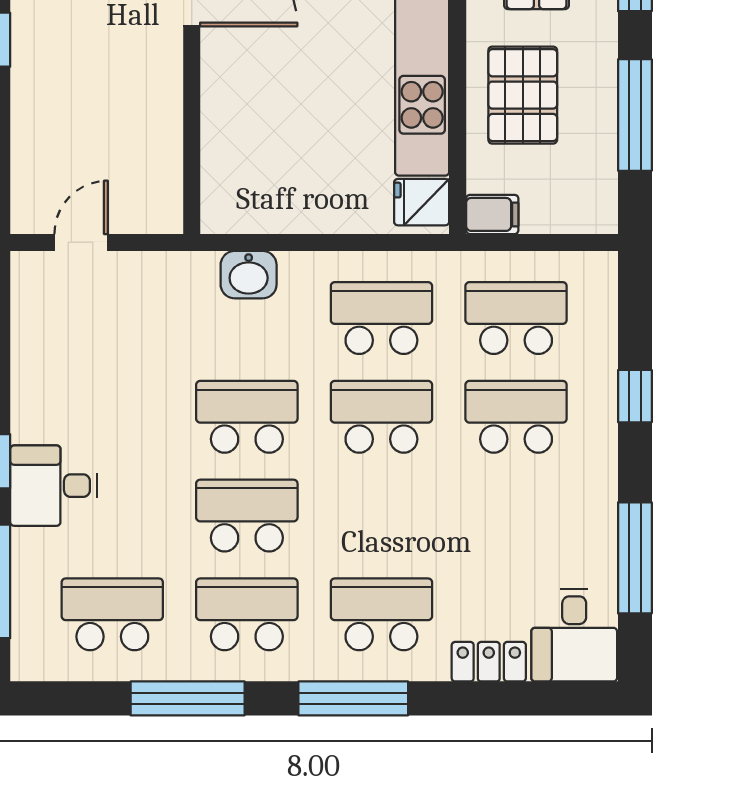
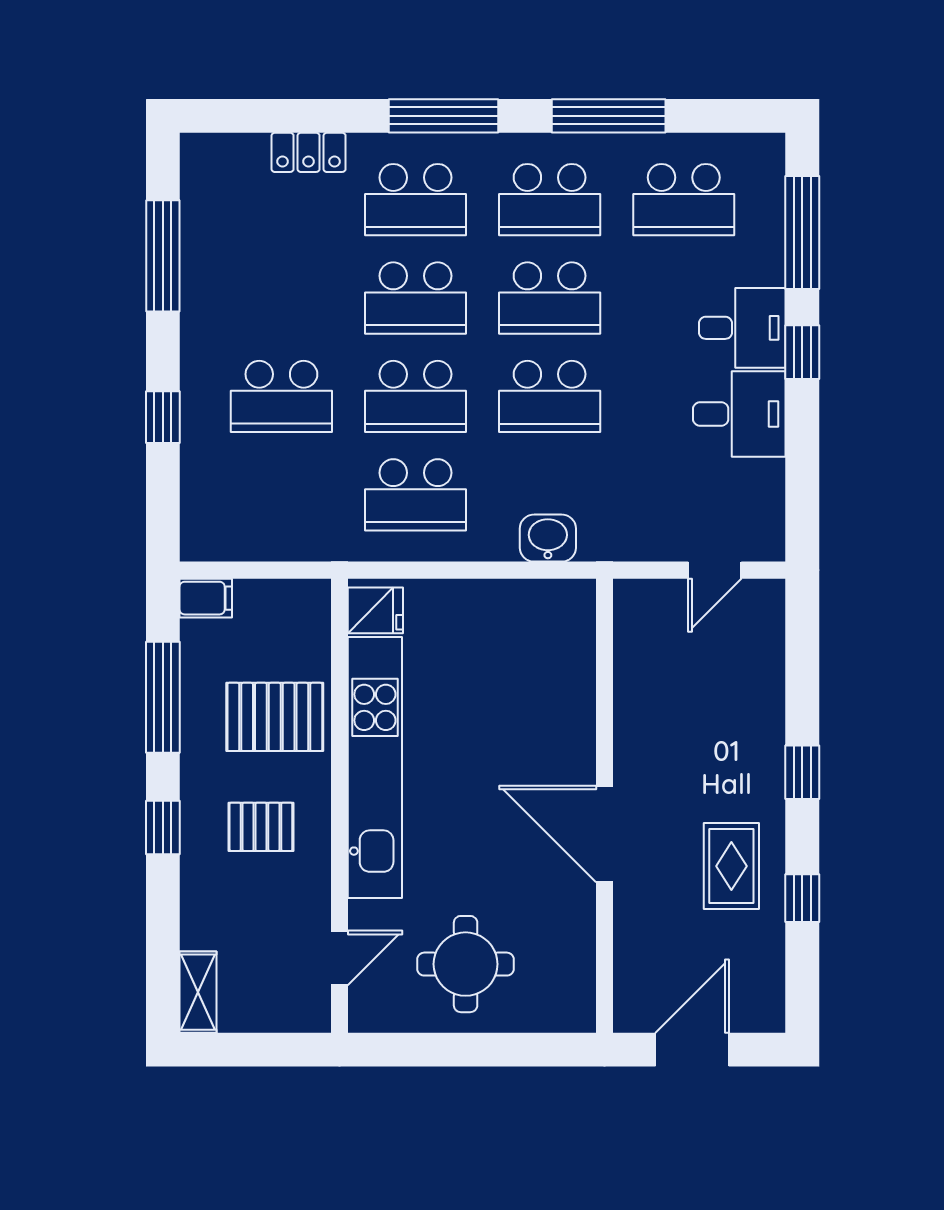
pallet: (523, 95) -> (275, 717), turned 90
filing cabinet: (492, 214) -> (206, 598), moved, turned 180
school desk: (516, 318) -> (415, 298), moved
desk: (574, 635) -> (739, 414), moved, turned 90

